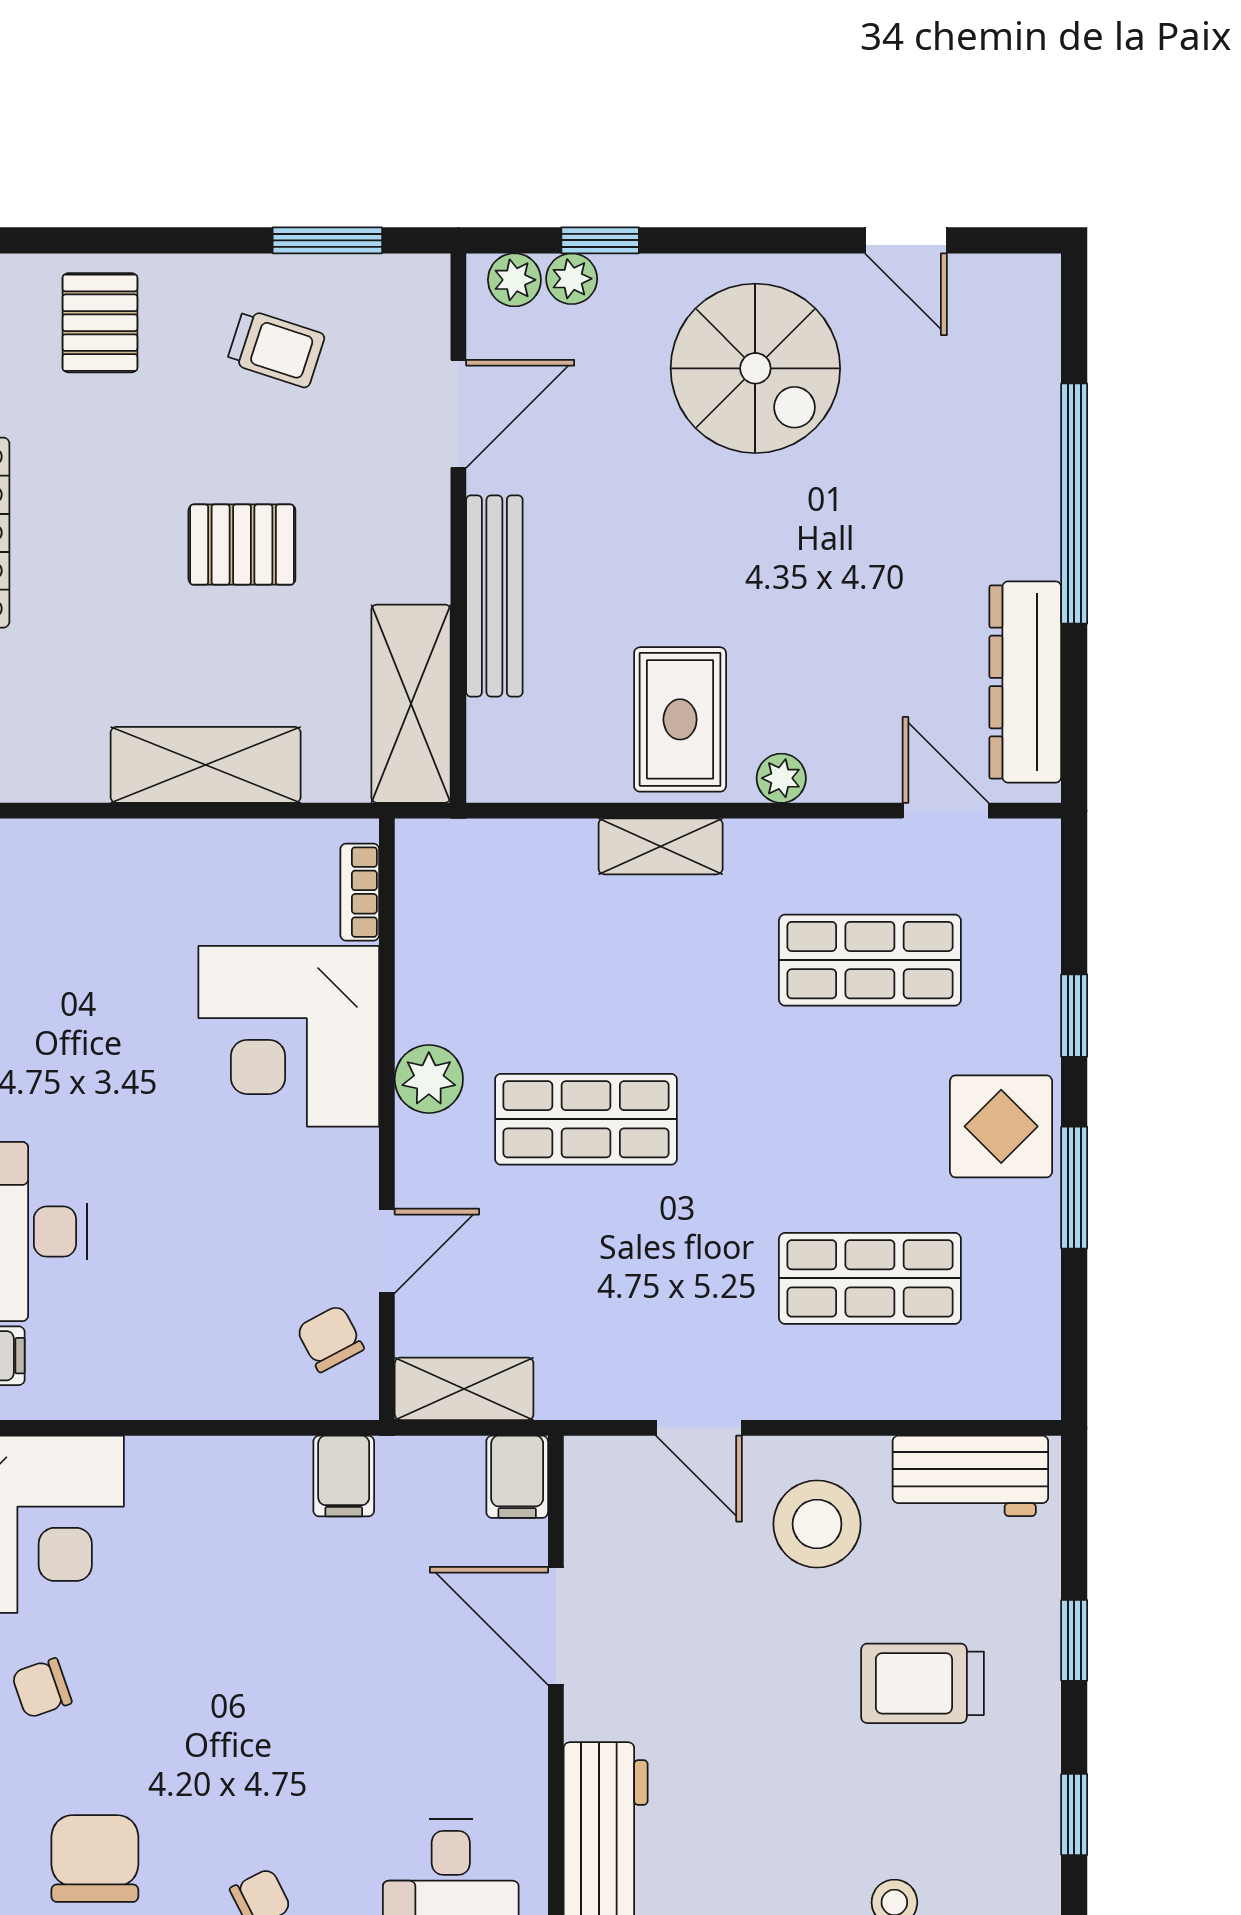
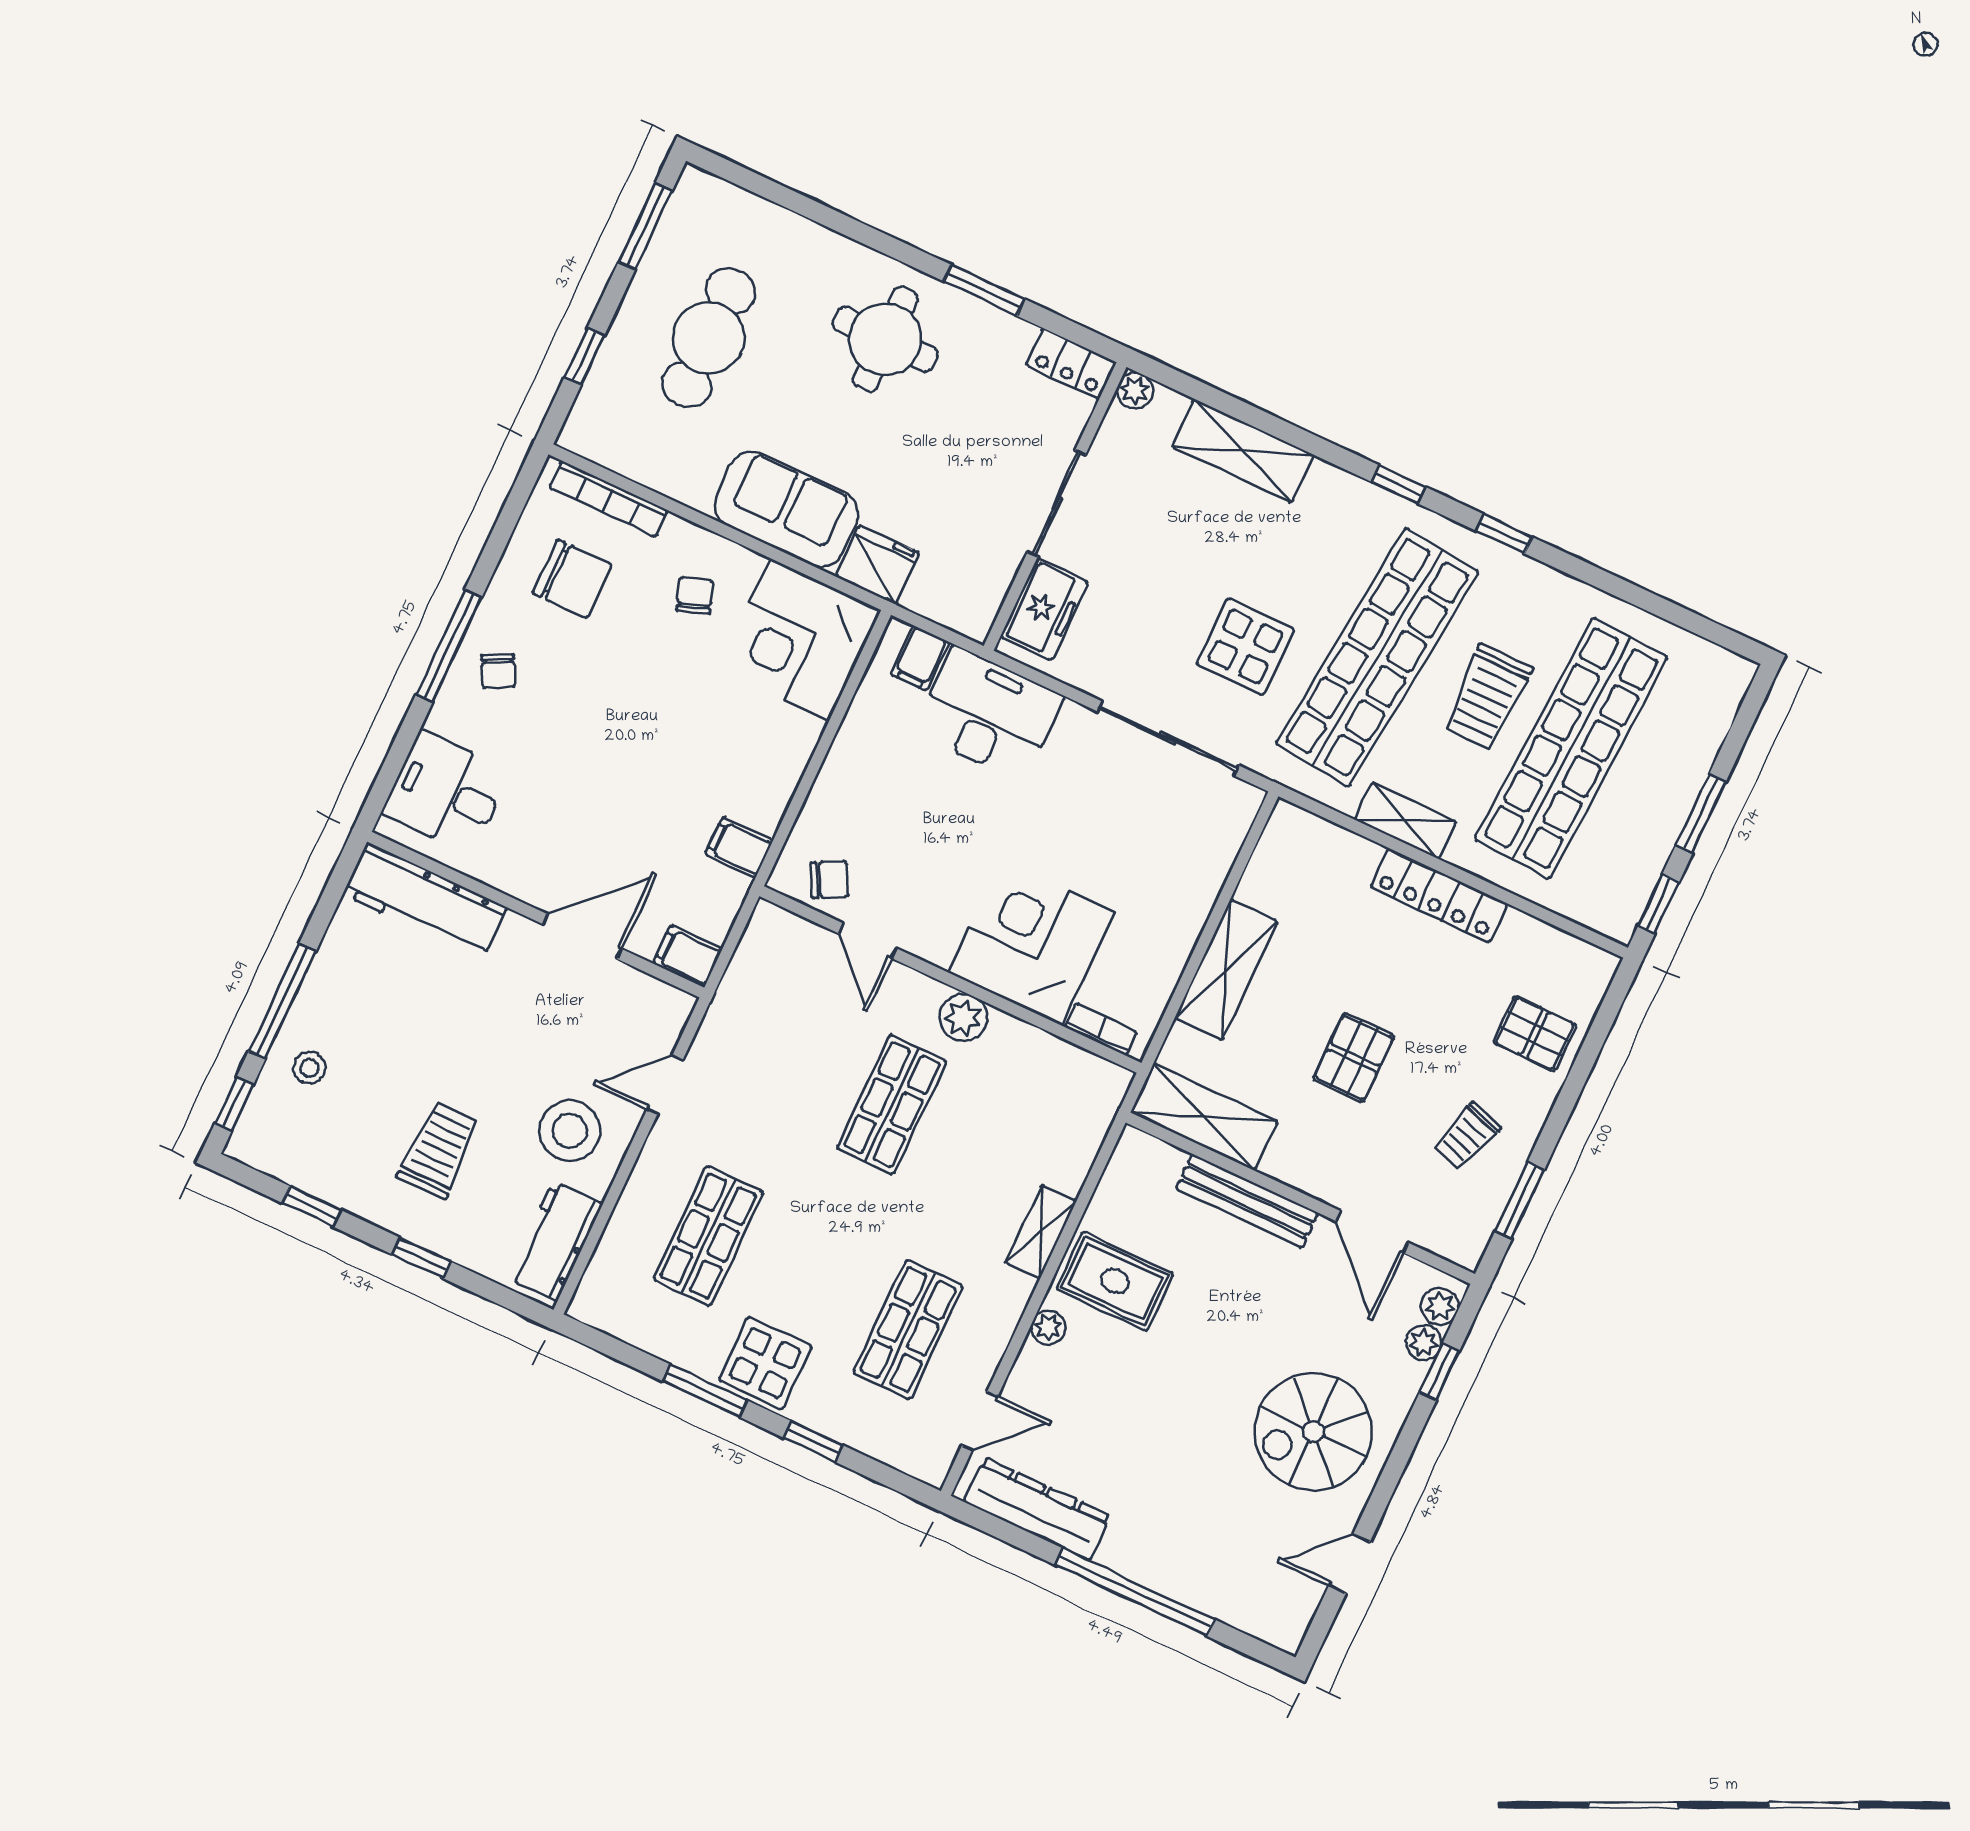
shelving: (464, 1389) -> (758, 949), removed

